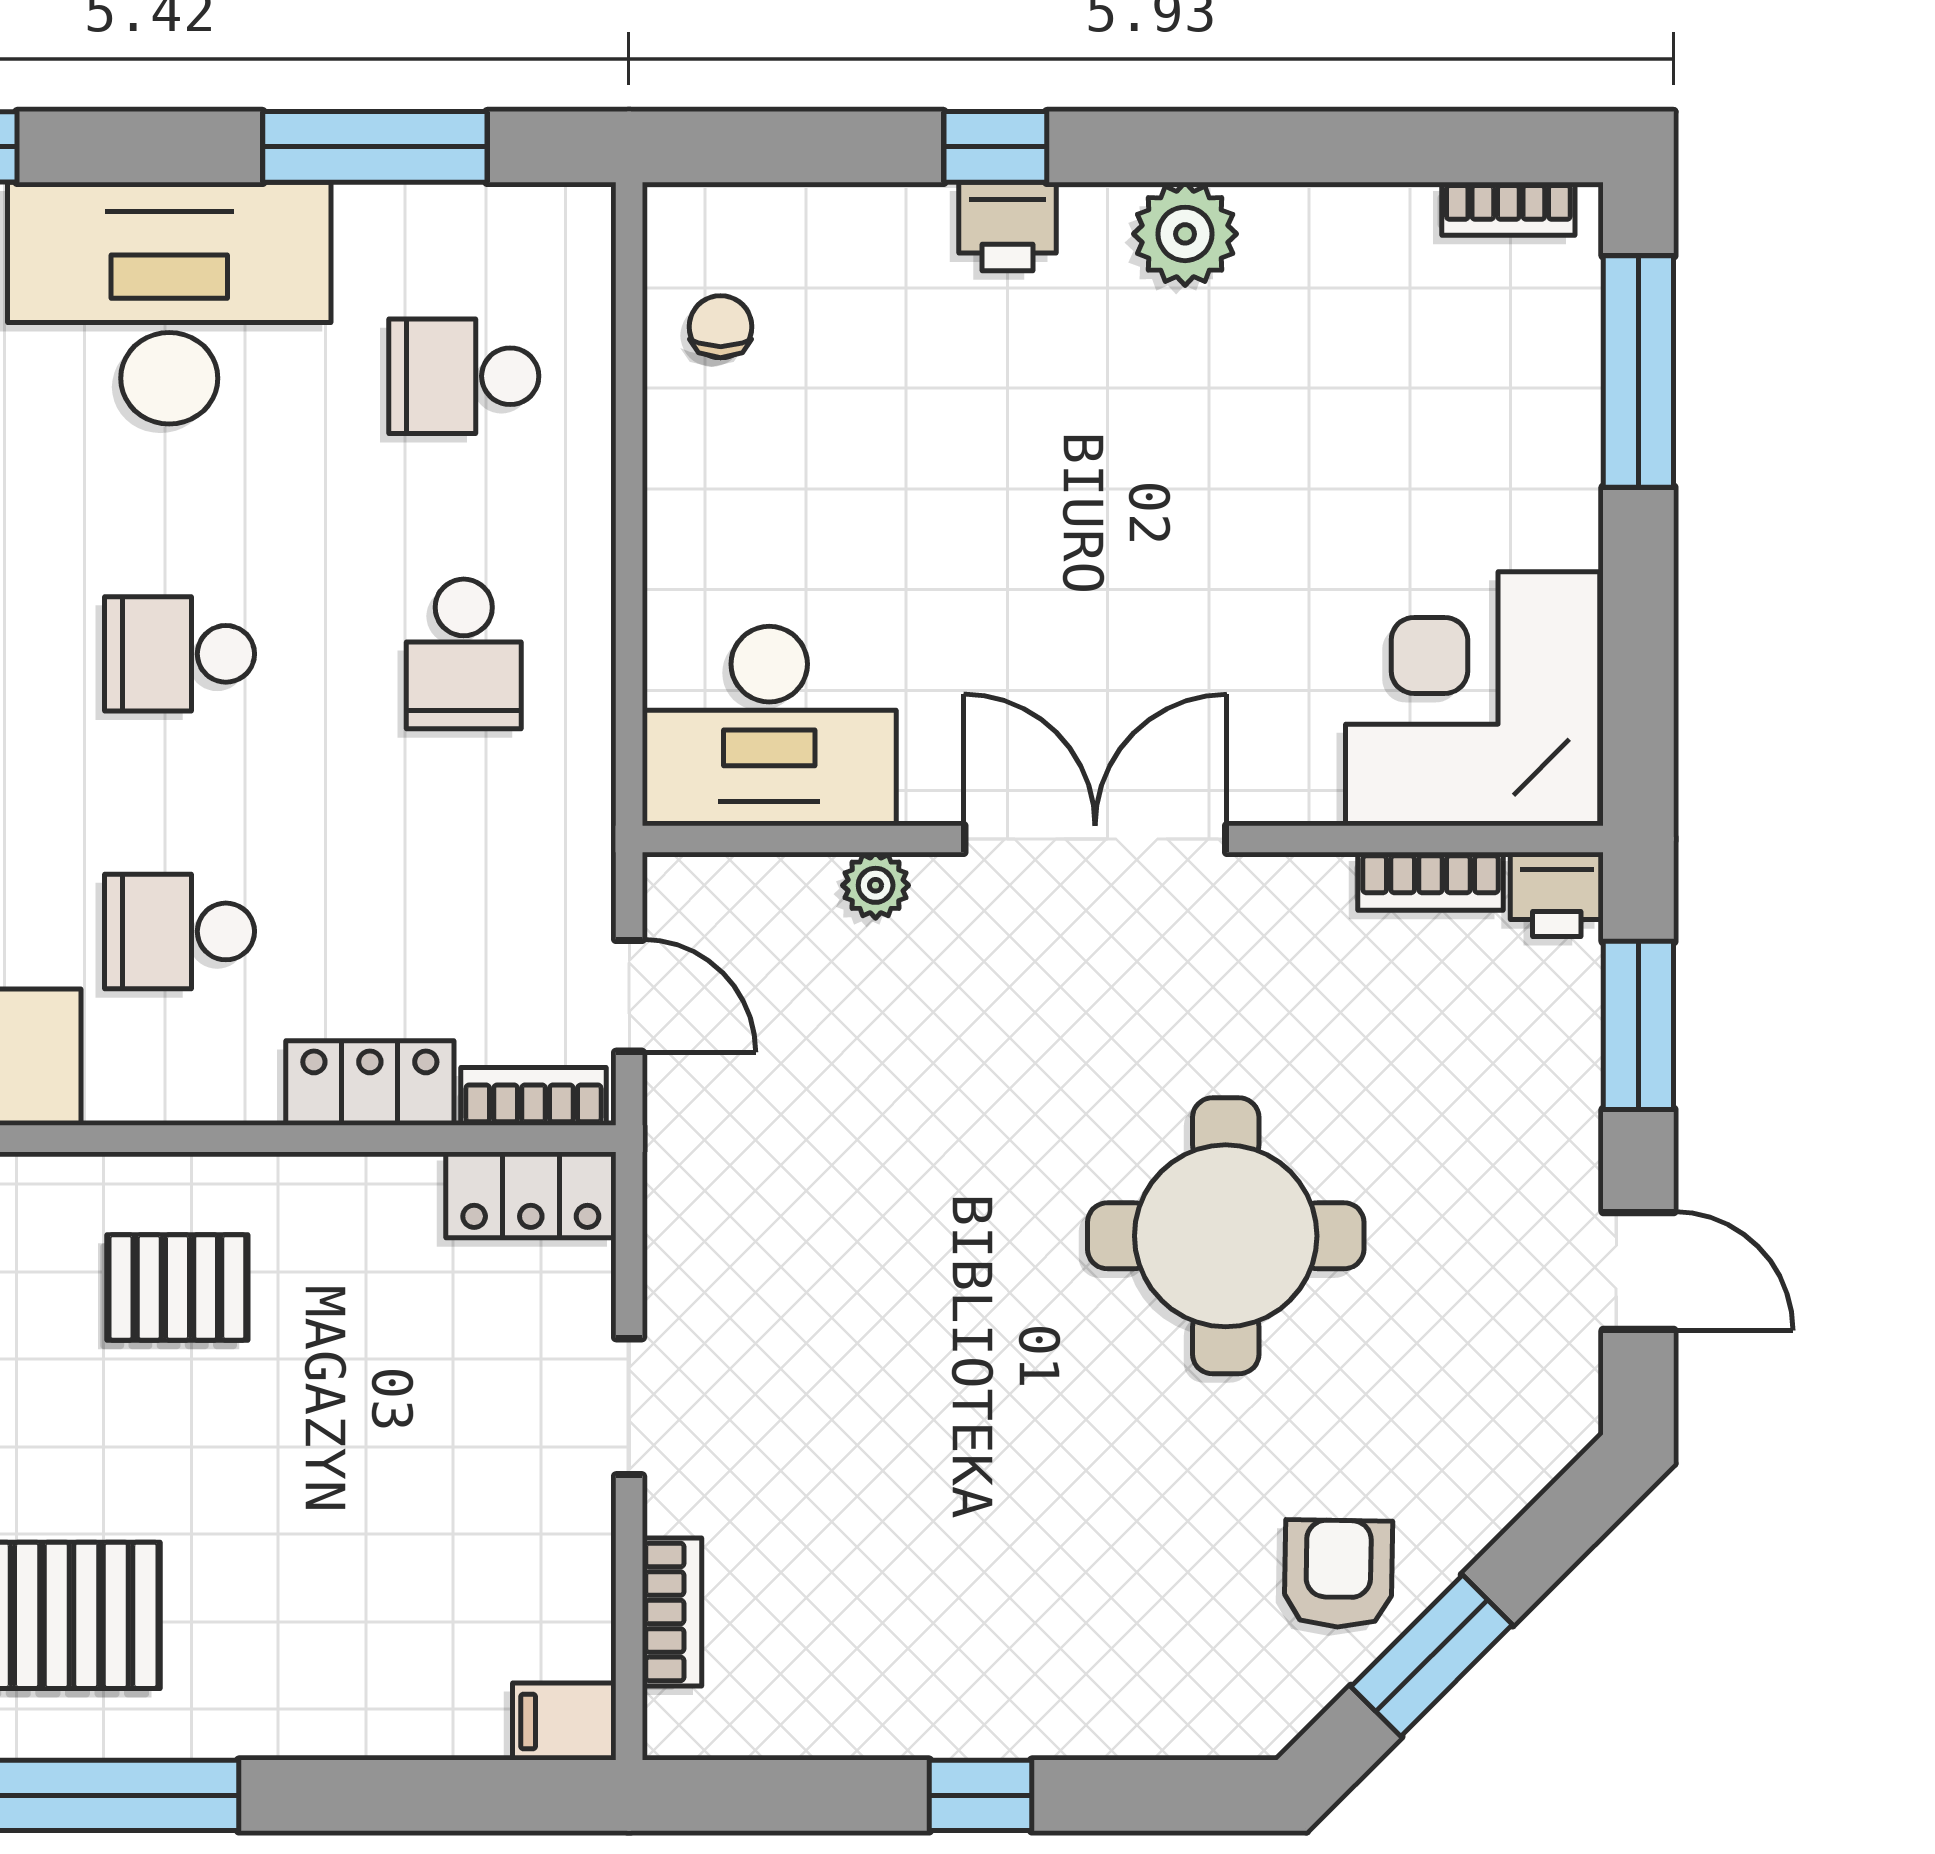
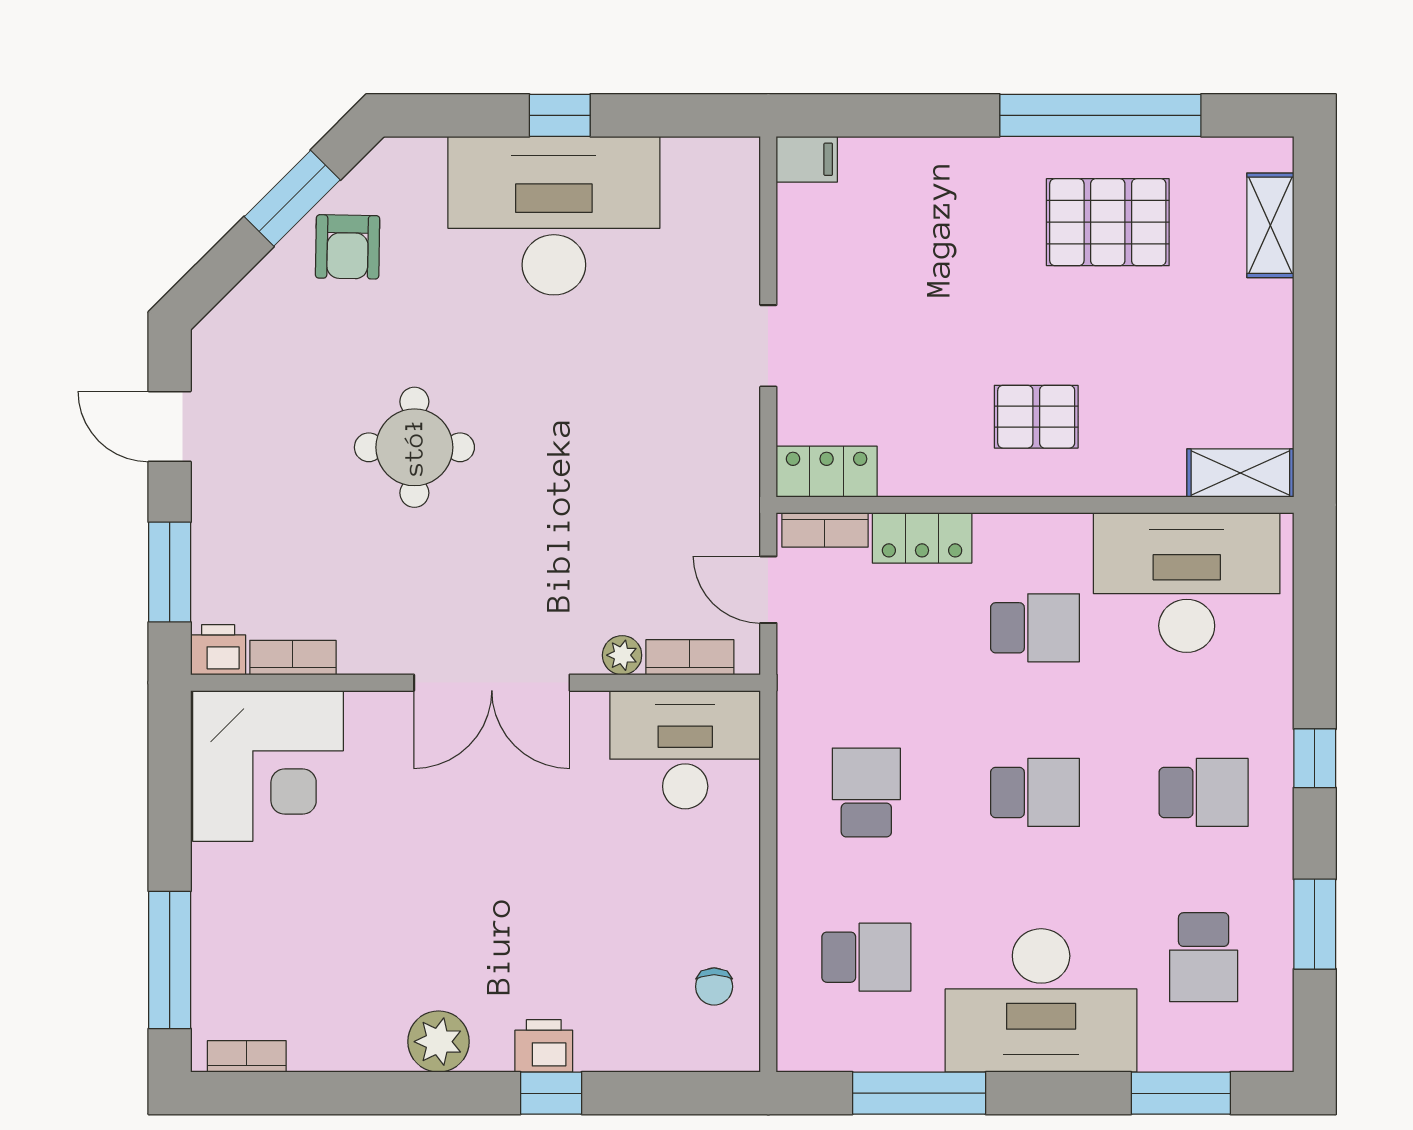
round table: (1226, 1236) -> (414, 447), width x0.73, depth x0.73
bookcase: (672, 1612) -> (690, 657), moved, turned 90
desk: (991, 1626) -> (554, 216), added

